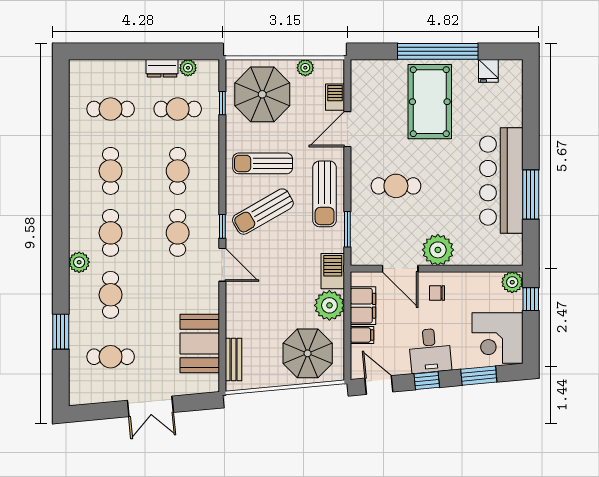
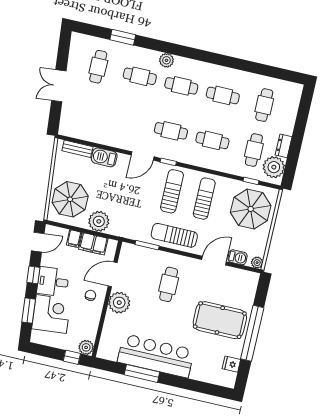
plant: (188, 68) -> (274, 167), width x1.87, depth x1.87
plant: (305, 68) -> (257, 263), moved
door: (347, 129) -> (214, 261), hinge flipped
sun lounger: (263, 212) -> (172, 191), turned 30
barbecue: (333, 271) -> (104, 157), moved, turned 180
corner desk: (498, 338) -> (51, 314), moved, turned 85
booth: (200, 343) -> (93, 129), removed

